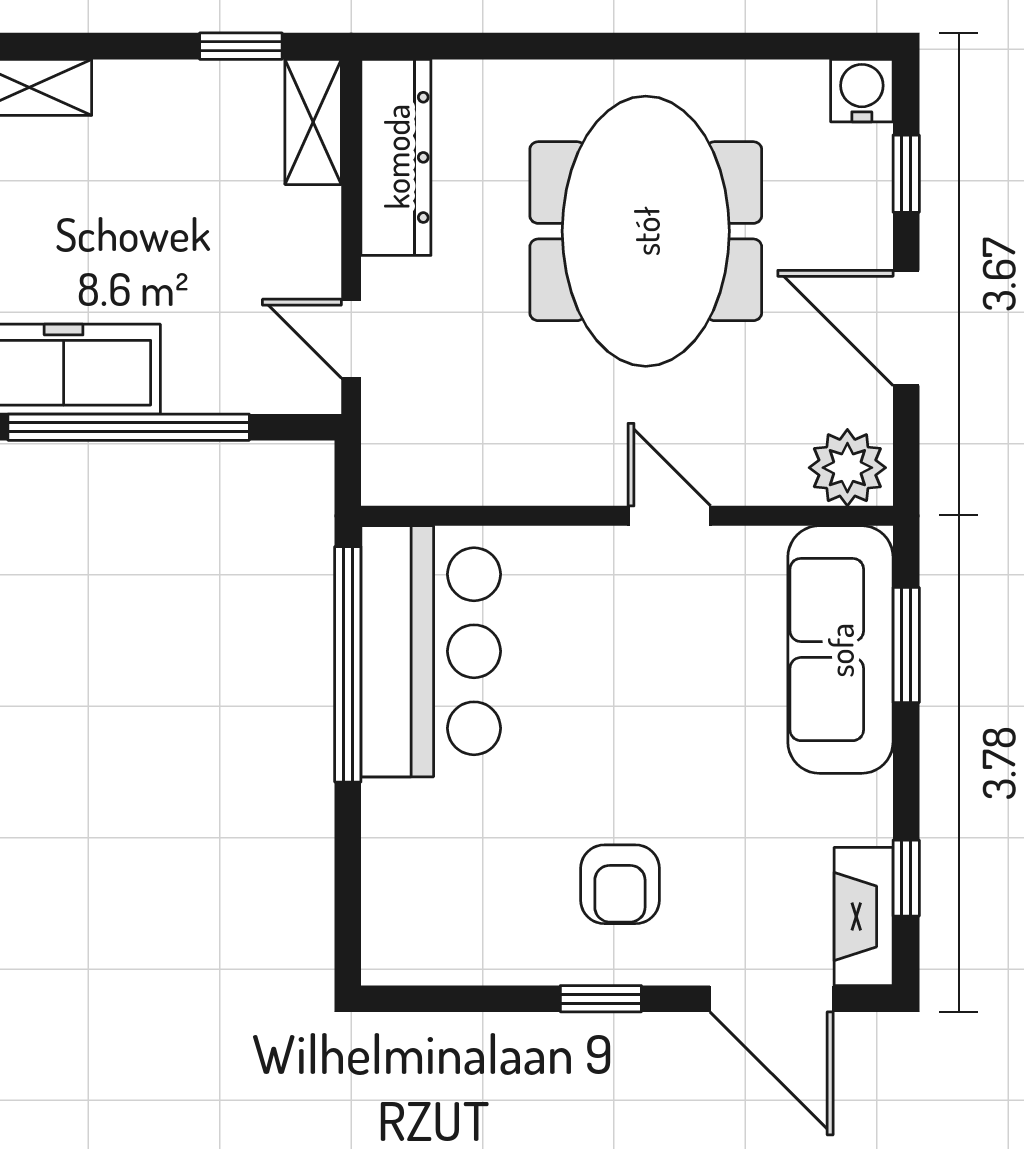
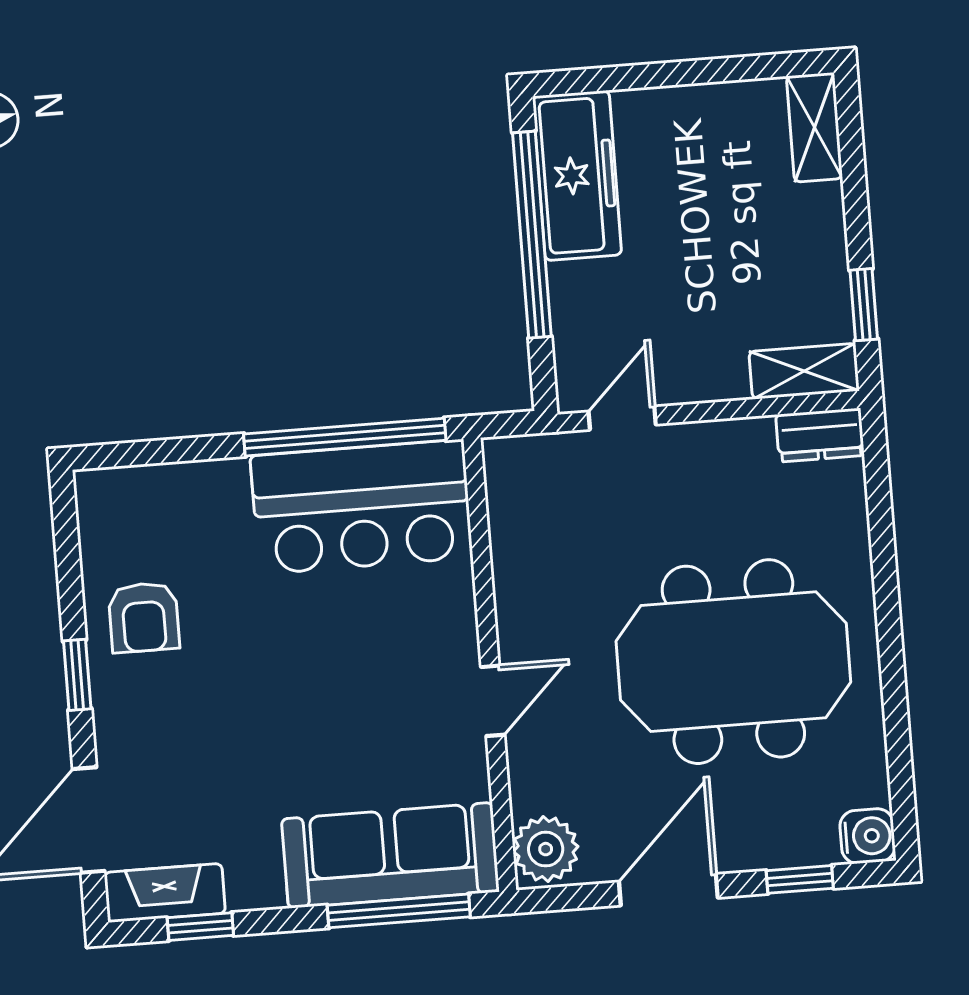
dresser: (396, 157) -> (820, 435), width x0.51, depth x0.80
window: (906, 645) -> (399, 911), width x1.44
armchair: (620, 884) -> (144, 617), moved, turned -90

